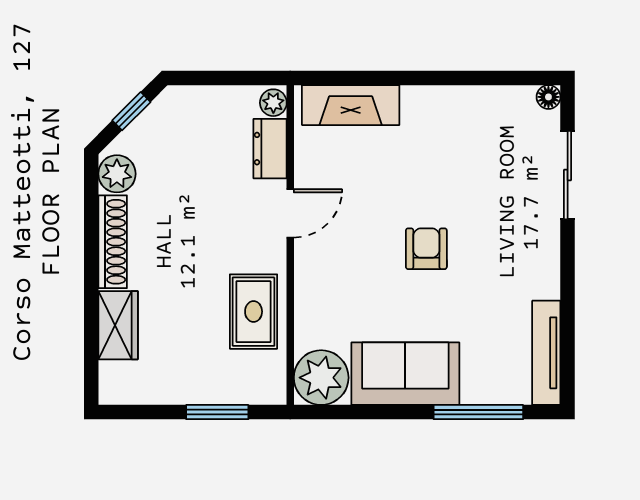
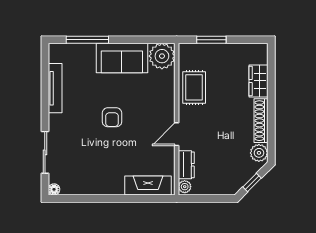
tv unit: (546, 353) -> (55, 88), moved

